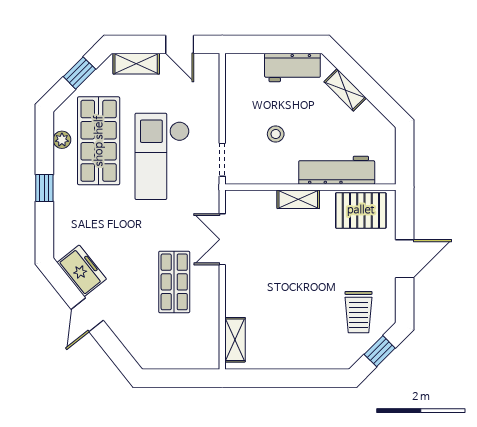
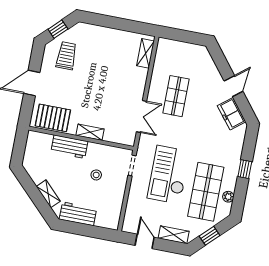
checkout: (162, 156) -> (169, 175), turned 180
workbench: (337, 170) -> (69, 147), width x0.73

